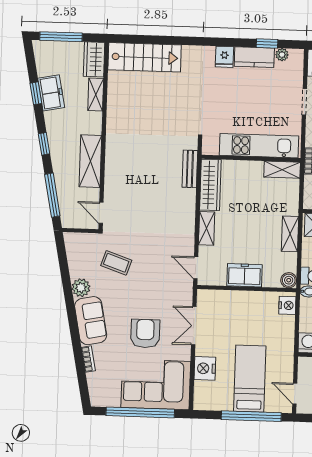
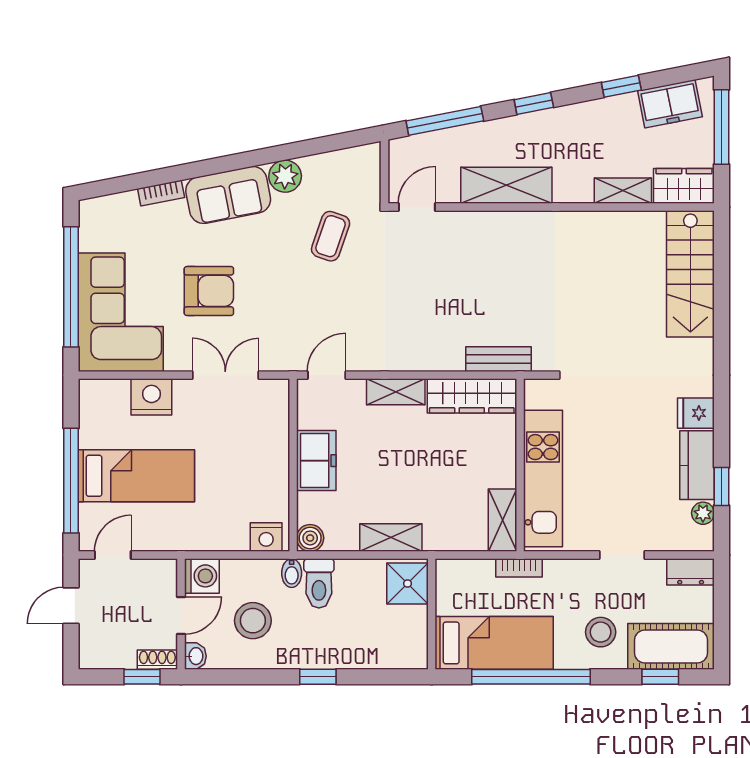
freezer: (51, 93) -> (670, 104), moved

